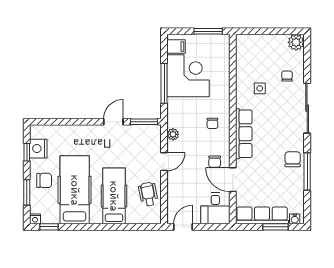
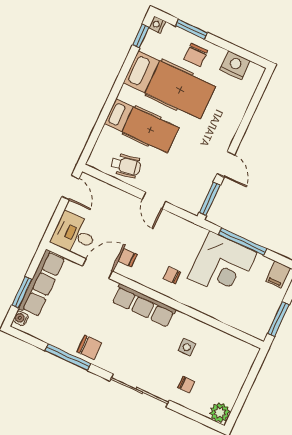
corner desk: (188, 76) -> (222, 265), moved
plant: (173, 134) -> (180, 225), removed
window: (27, 152) -> (237, 50), removed

